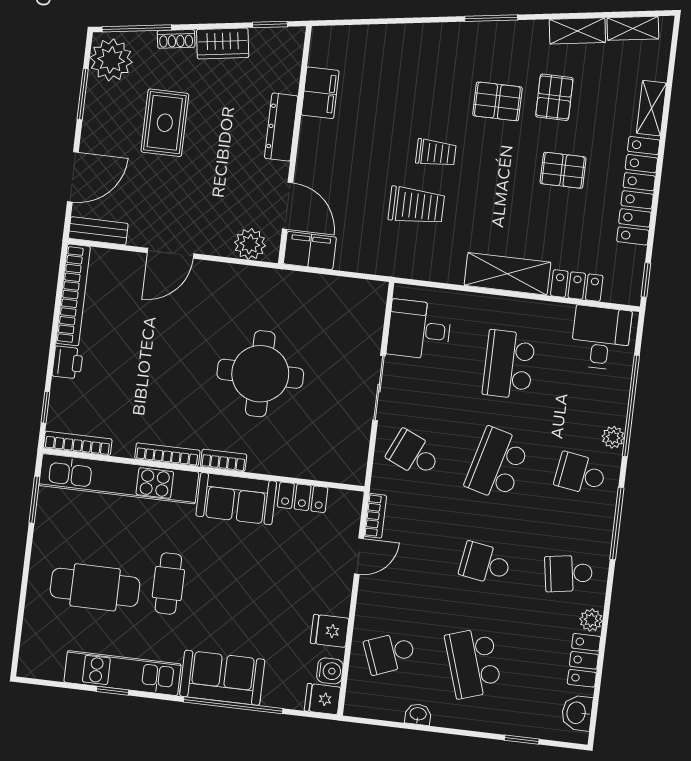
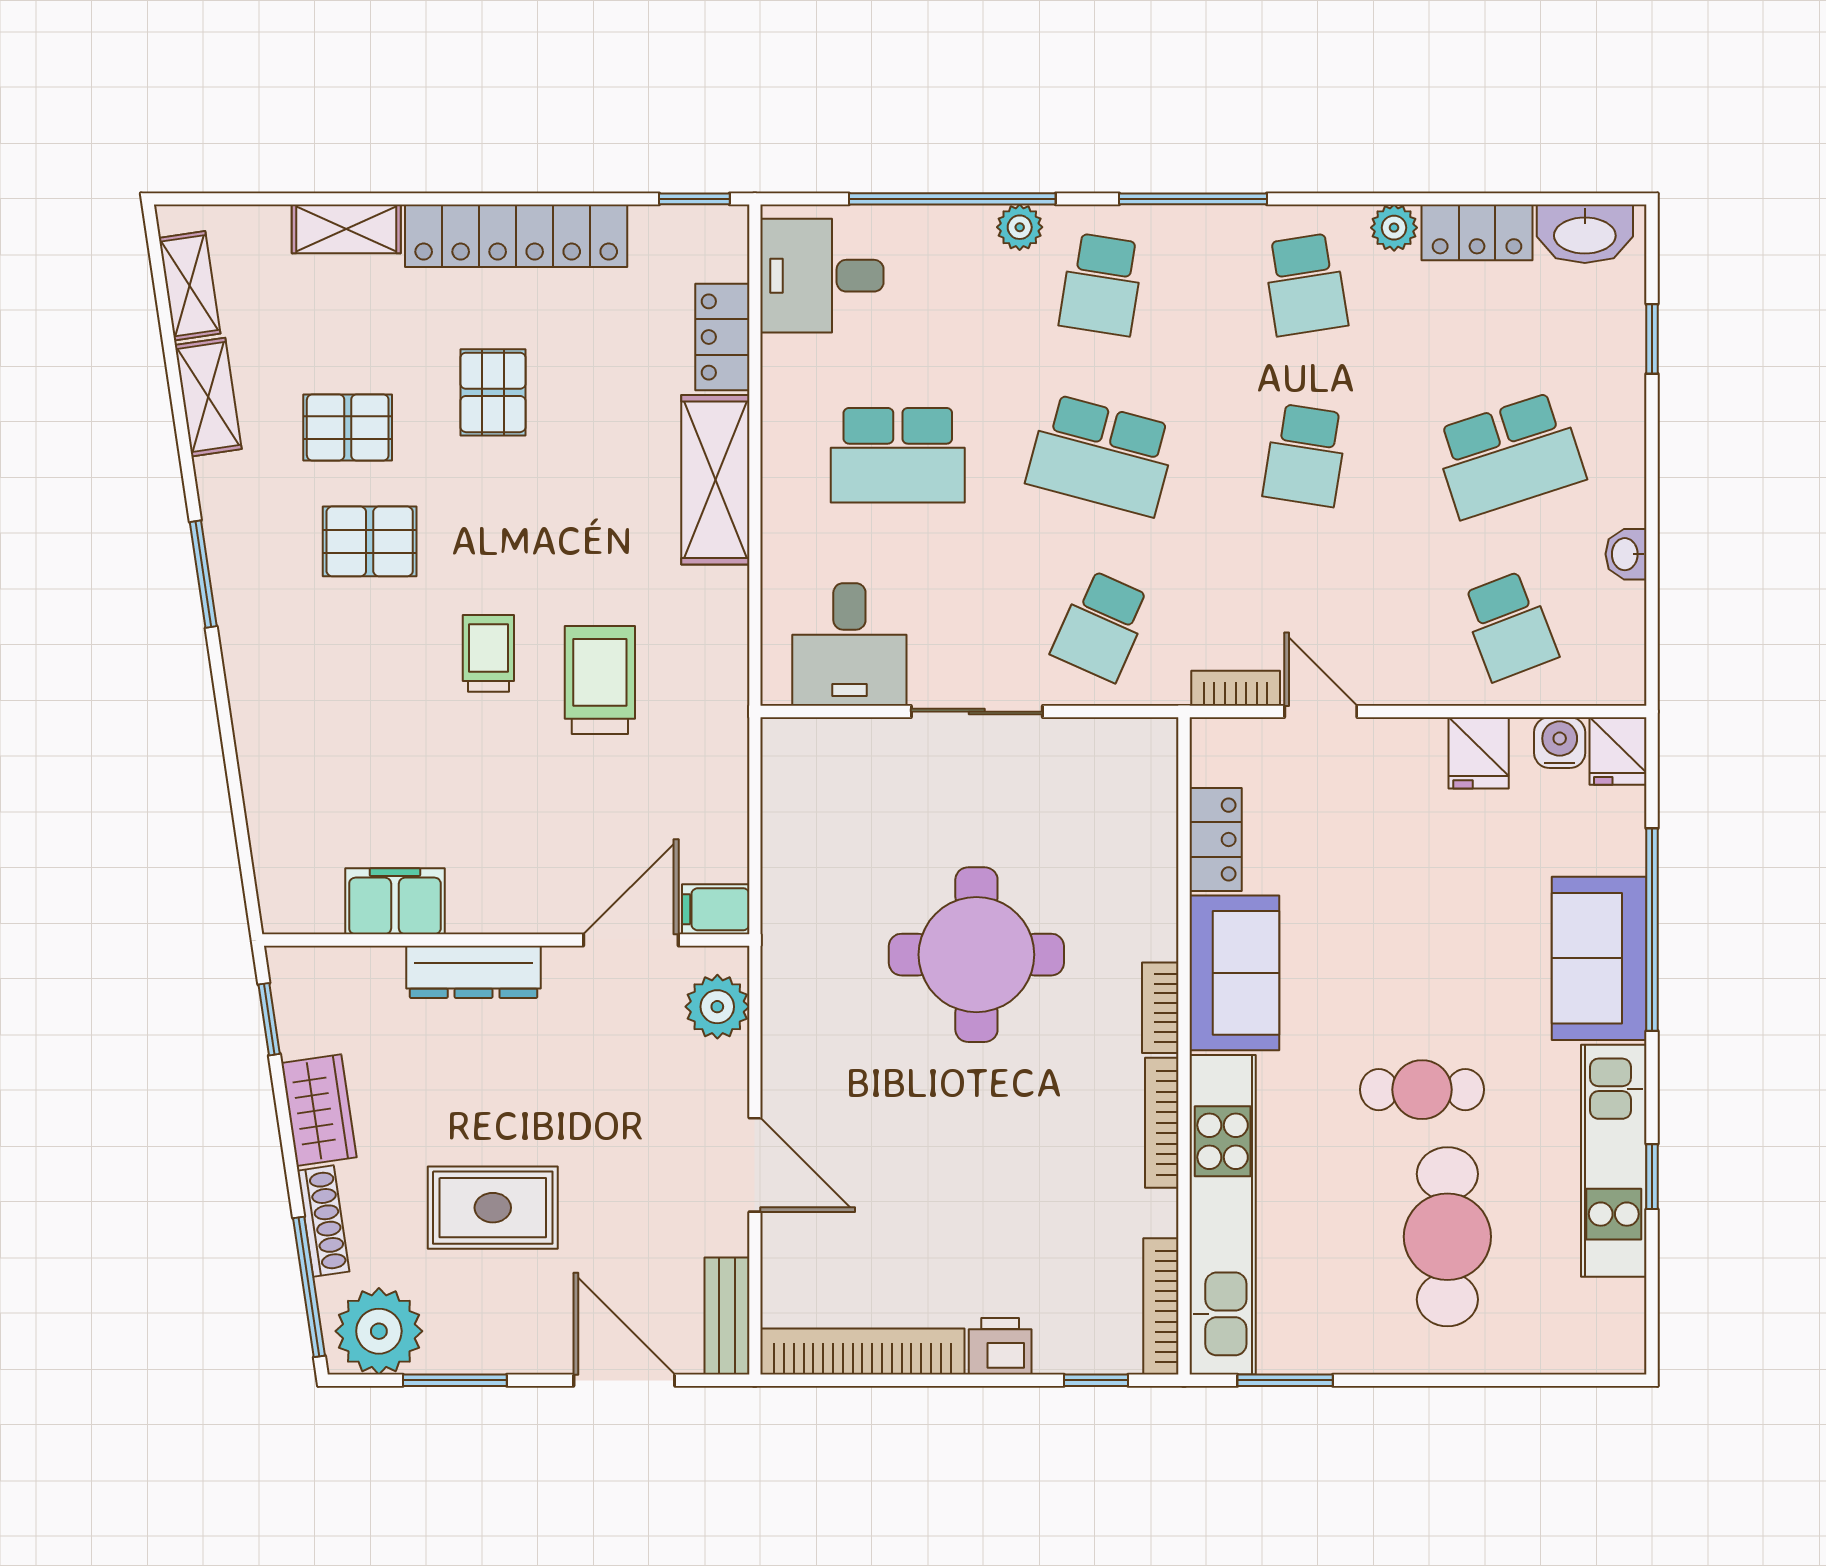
shoe rack: (176, 39) -> (323, 1221), width x1.43
pallet: (497, 101) -> (370, 541), turned 90
filing cabinet: (310, 250) -> (716, 909), width x0.50
washbasin: (577, 713) -> (1585, 234), width x1.38

